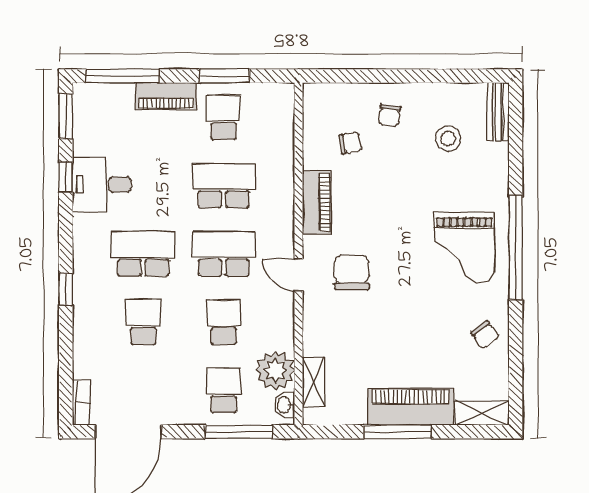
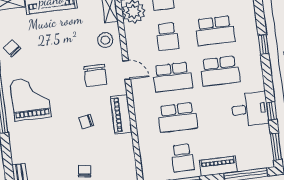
stool: (448, 138) -> (105, 40), moved
chair: (350, 143) -> (86, 122), moved
school desk: (143, 322) -> (215, 31), width x1.85

